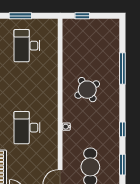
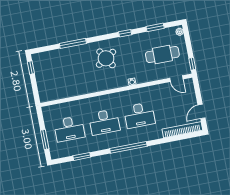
window: (82, 16) -> (31, 68), moved
desk: (27, 87) -> (104, 122), added
round table: (87, 90) -> (106, 58), moved

